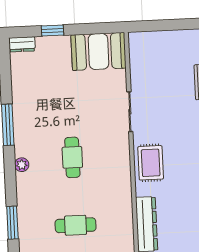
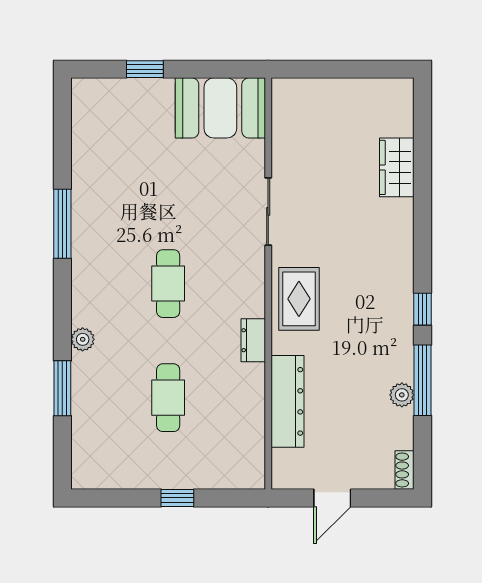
dresser: (22, 44) -> (253, 340), moved, turned 90
plant: (22, 165) -> (83, 339), moved
cafe table: (76, 225) -> (168, 398), turned 90

